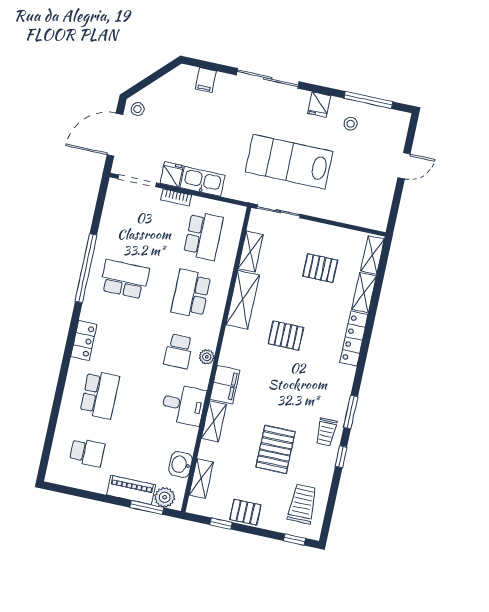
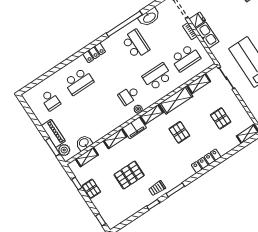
washbasin: (109, 230) -> (149, 17), added
shelving: (364, 293) -> (152, 114), moved
desk: (184, 405) -> (109, 119), removed
trolley: (302, 504) -> (118, 208), removed

